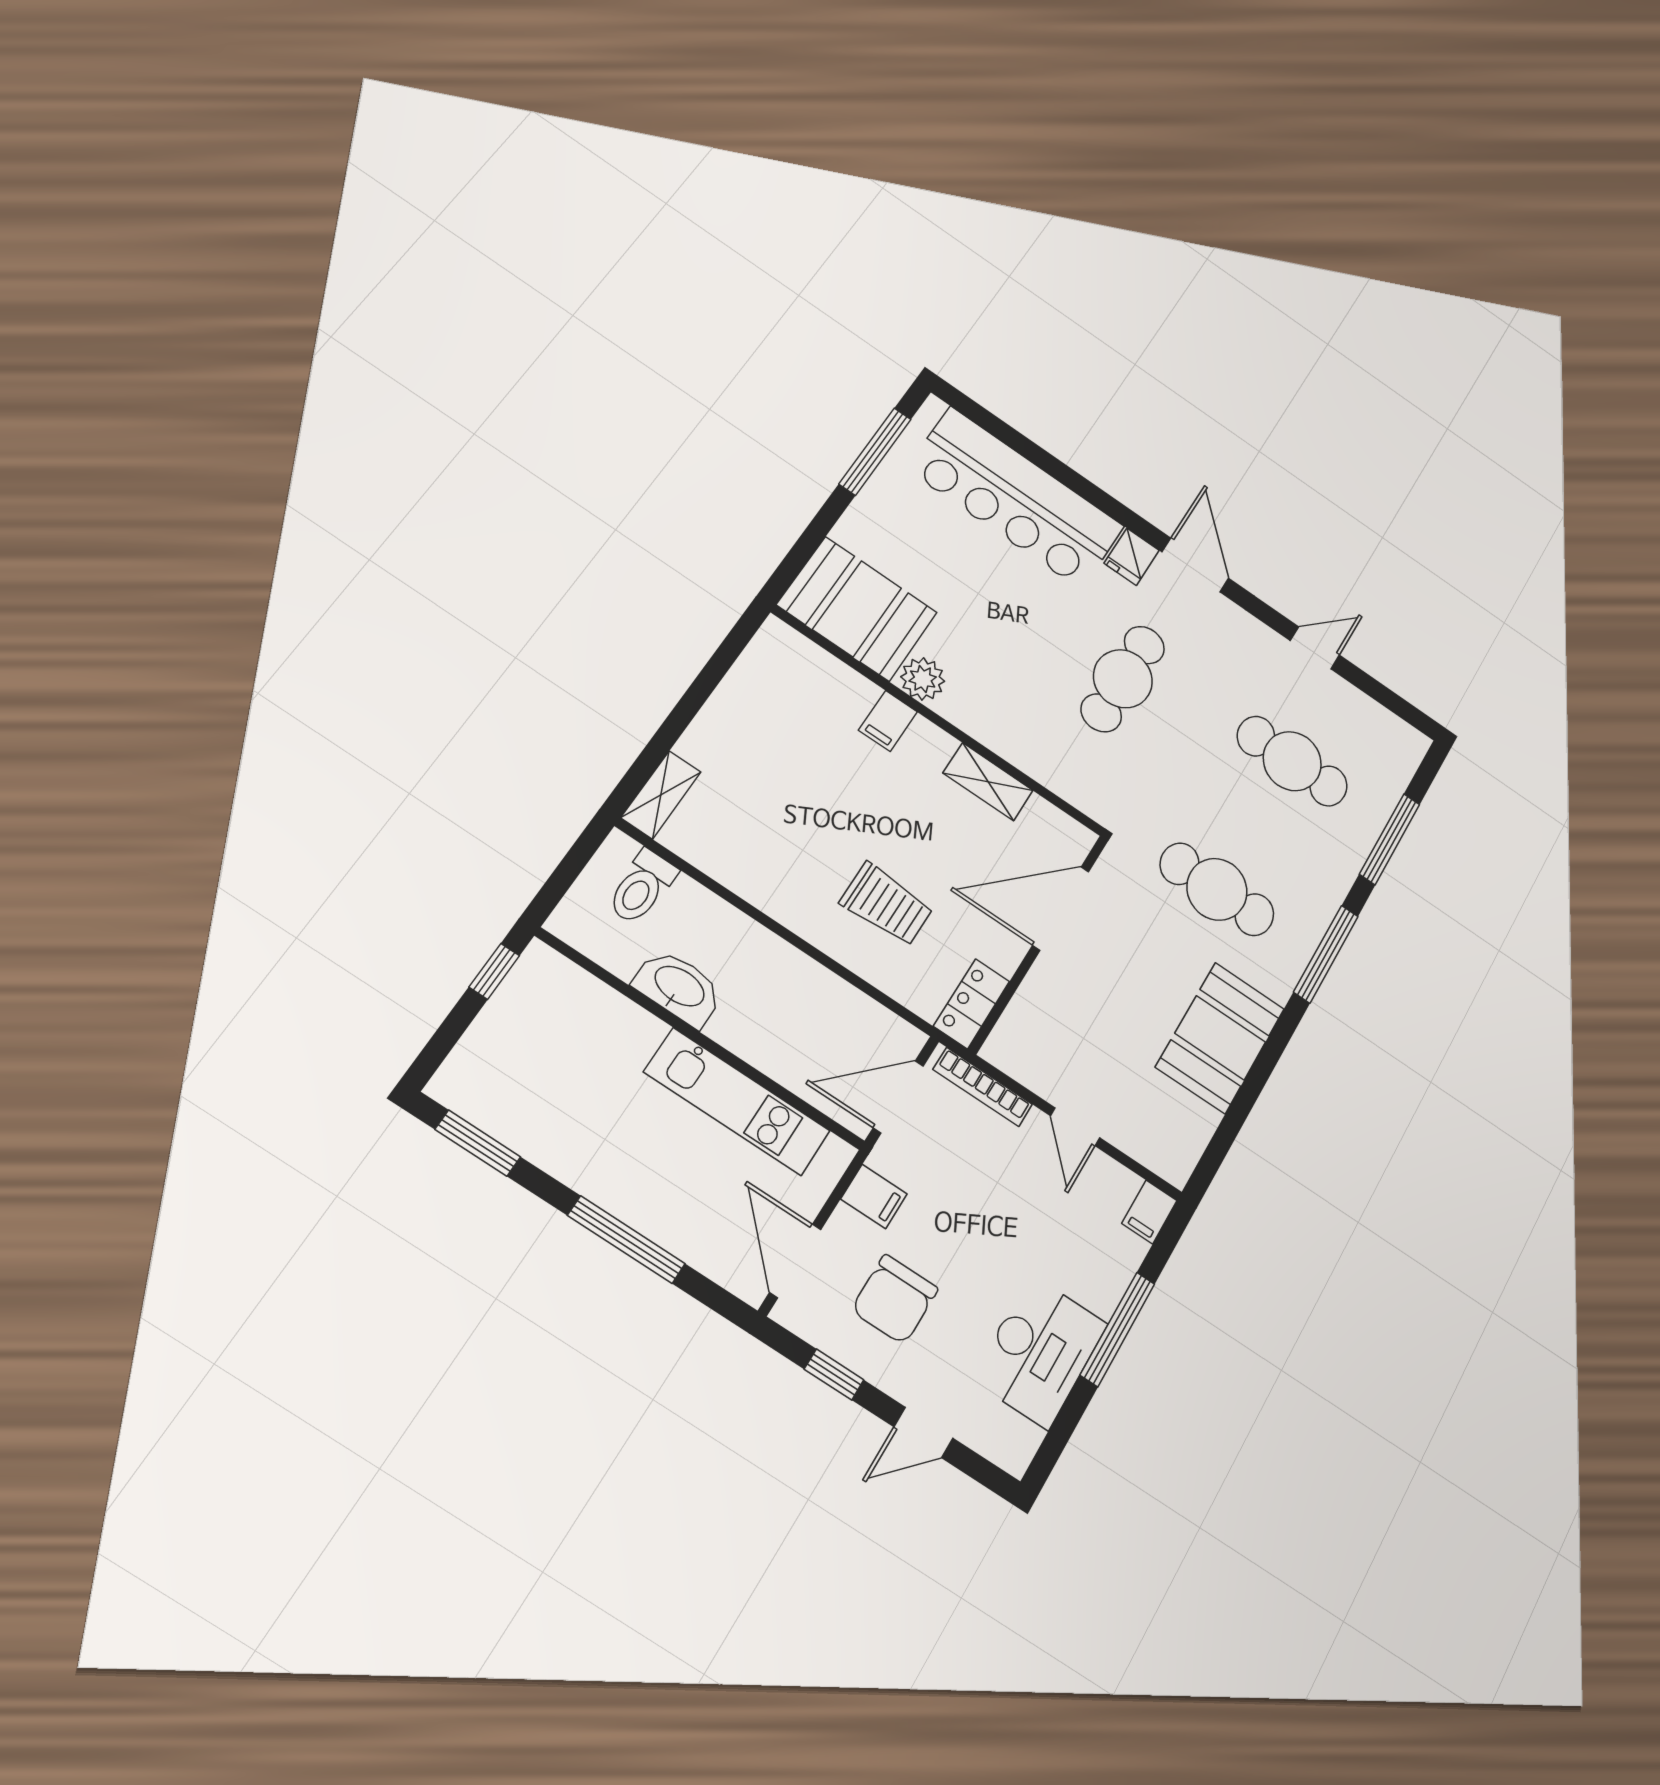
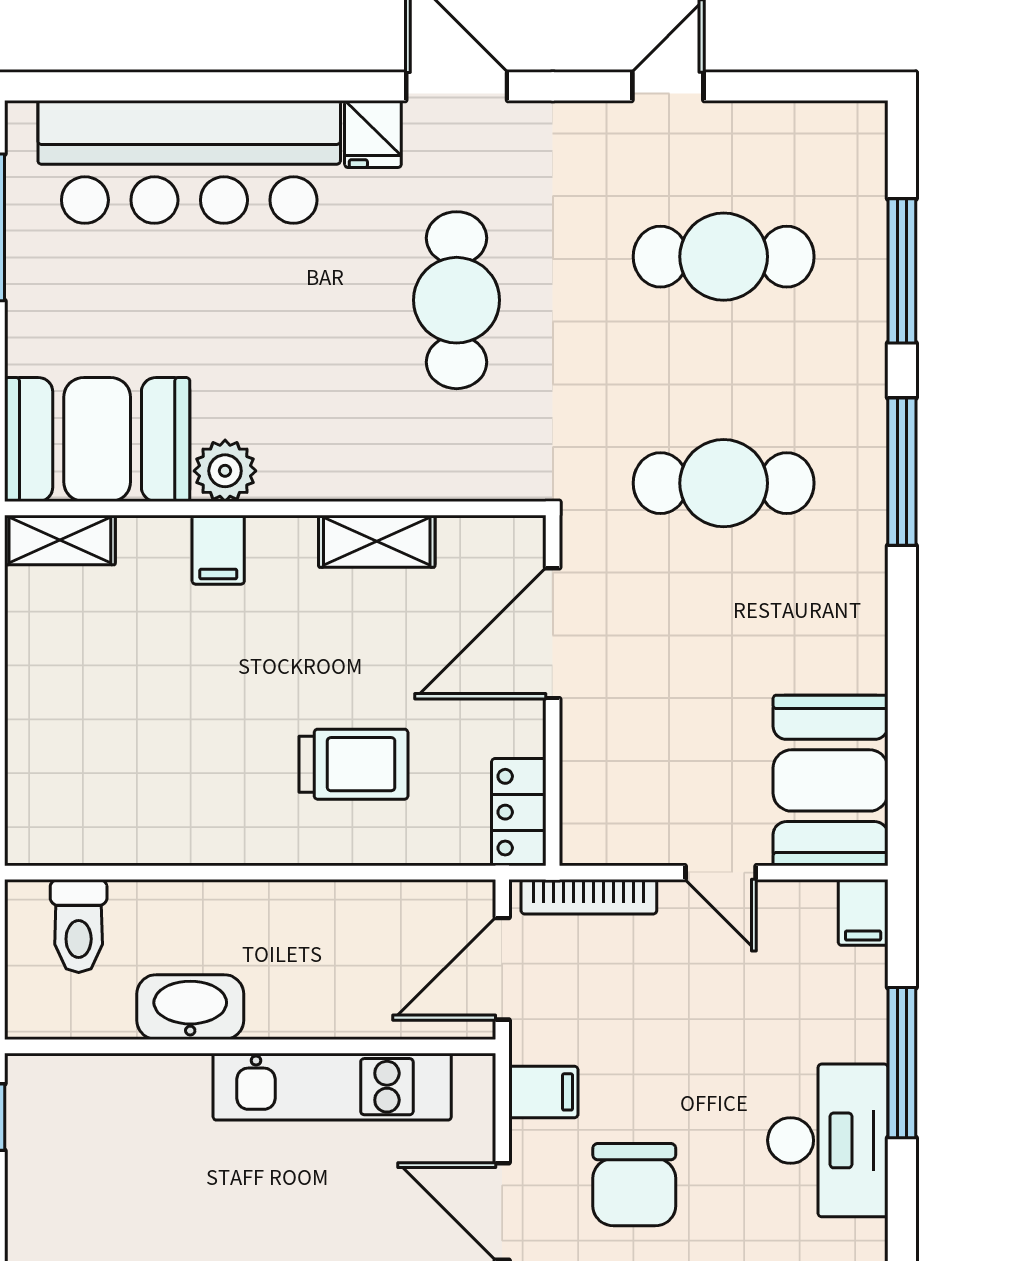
shelving: (661, 795) -> (60, 540), moved, turned 90
booth: (1220, 1038) -> (831, 780), moved

